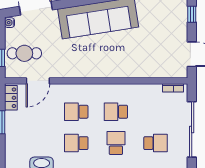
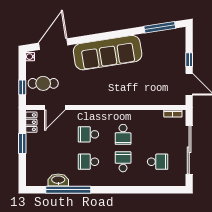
window: (192, 14) -> (189, 60), moved
school desk: (116, 112) -> (123, 134), turned -90

